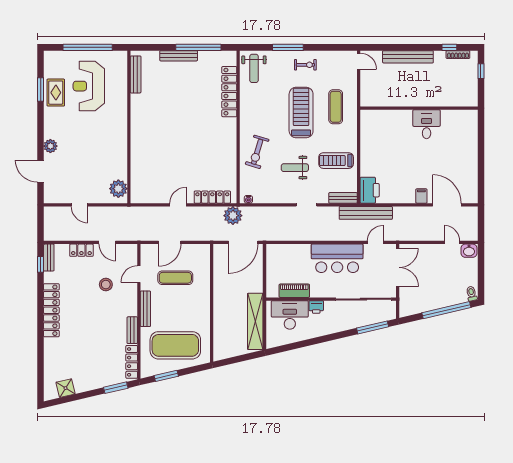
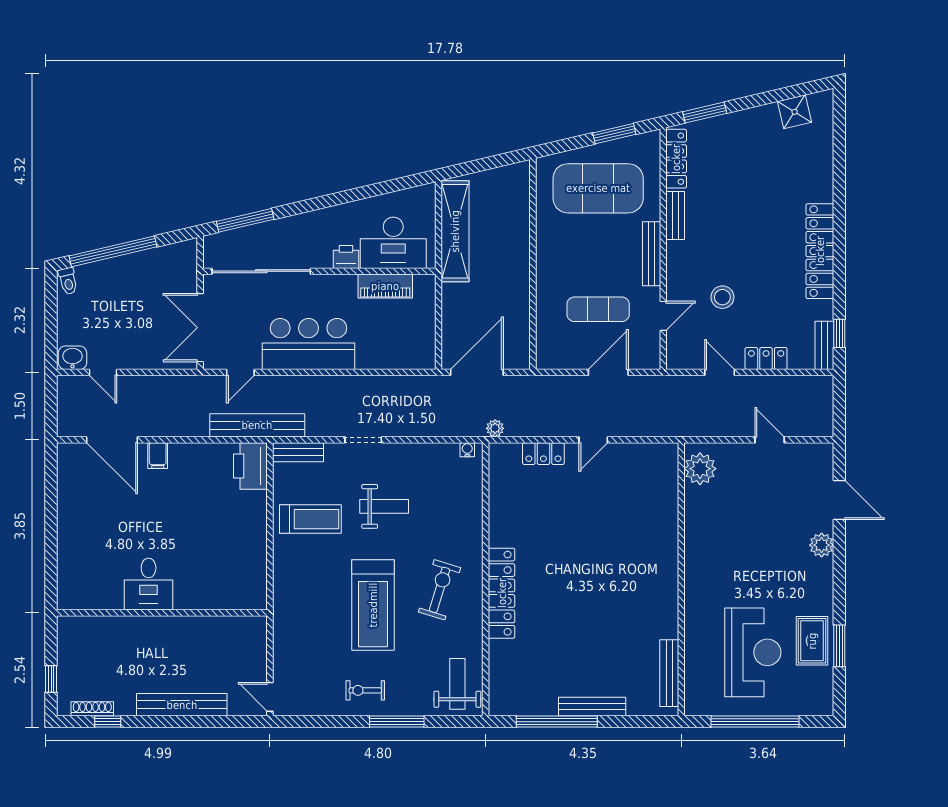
locker: (229, 92) -> (502, 593), moved
exercise mat: (336, 107) -> (311, 615), removed
exercise bike: (257, 152) -> (440, 590), moved
locker: (212, 197) -> (543, 454), width x0.66
plant: (233, 216) -> (495, 428), width x0.53, depth x0.53

